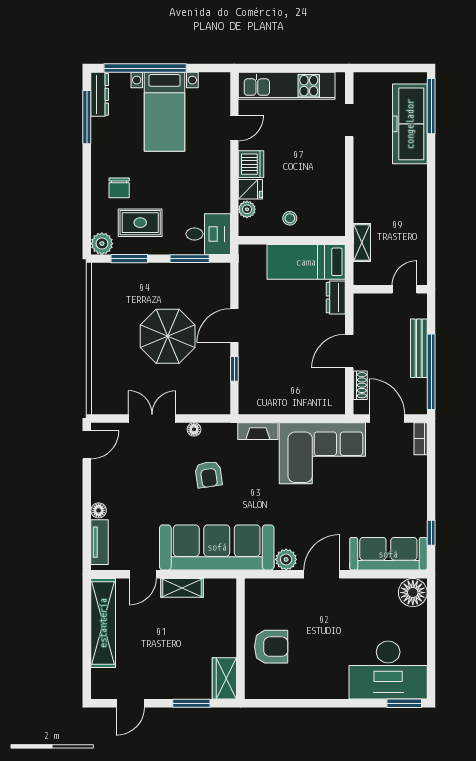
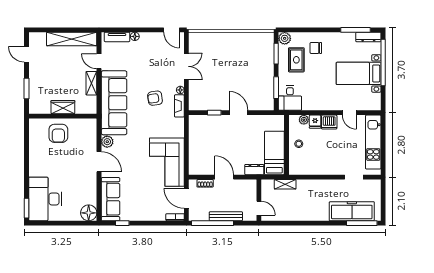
parasol: (168, 336) -> (233, 75), removed
door: (387, 418) -> (186, 198), swing flipped
fireplace: (258, 431) -> (179, 106), moved
wardrobe: (224, 678) -> (63, 107), moved

